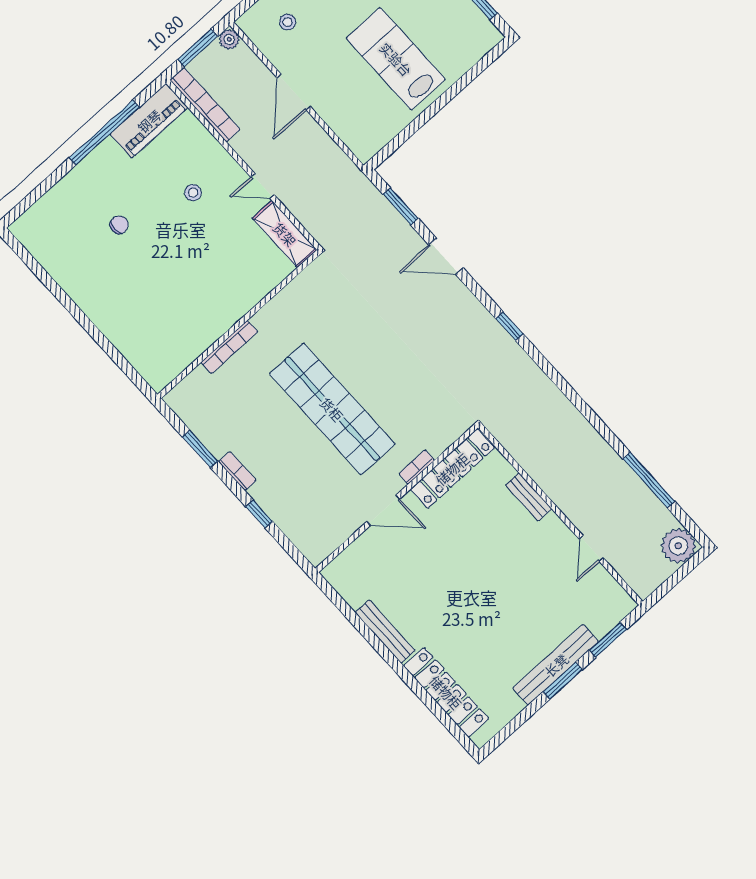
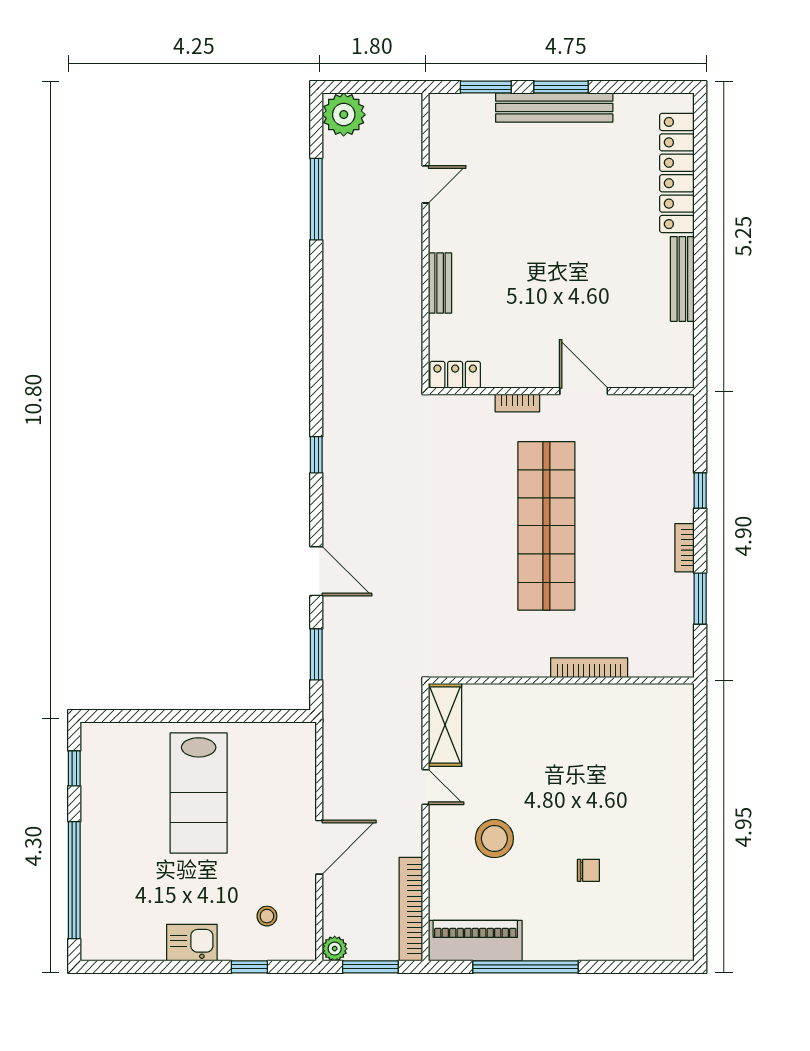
stool: (193, 193) -> (494, 839), width x1.89, depth x1.89
chair: (119, 225) -> (588, 870), turned 180
locker: (452, 469) -> (455, 375), width x0.46, depth x0.83

